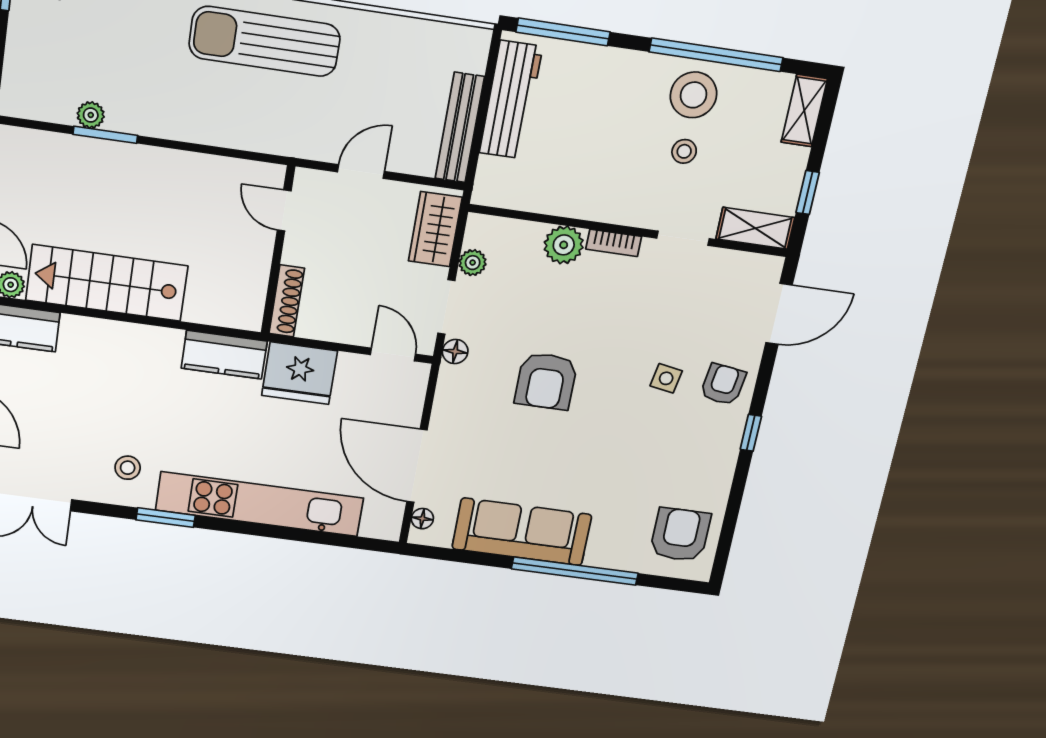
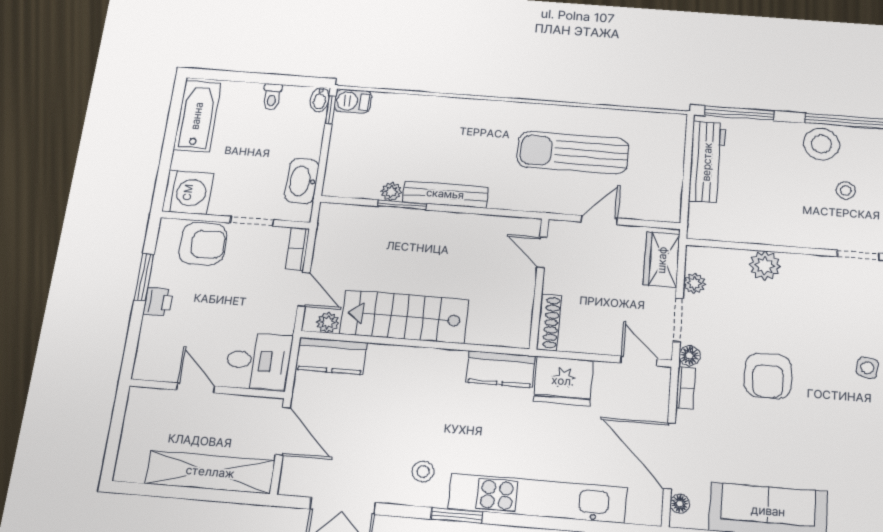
sun lounger: (265, 41) -> (573, 153), moved
stool: (693, 95) -> (822, 144), moved
bench: (460, 128) -> (445, 194), moved, turned 90
bookcase: (614, 243) -> (686, 388), moved, turned -90

